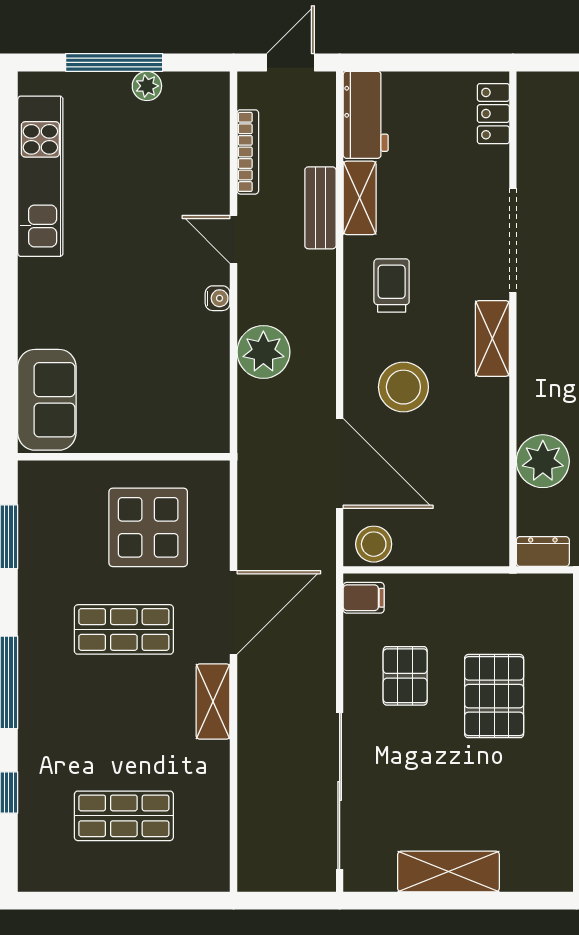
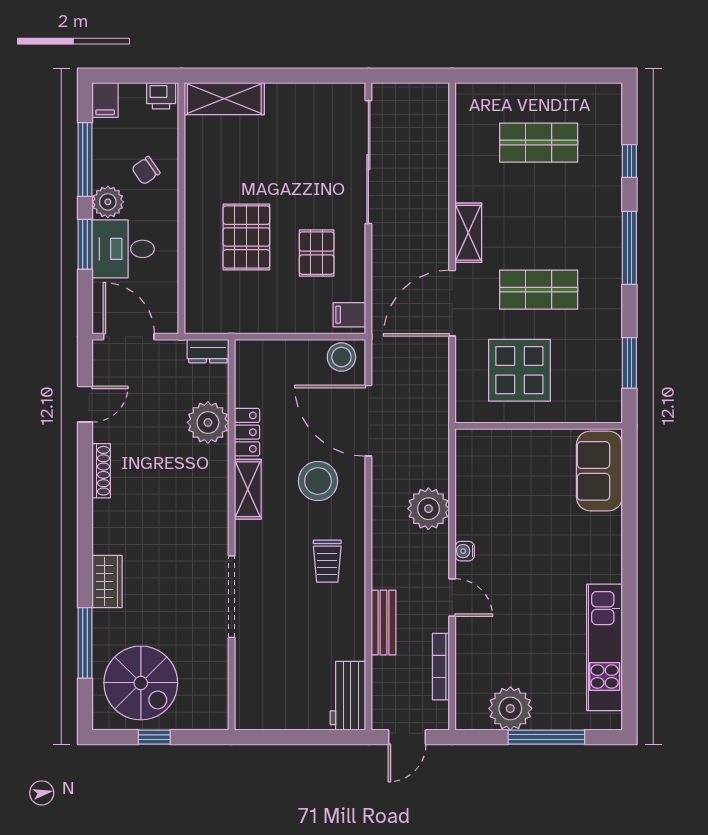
plant: (147, 86) -> (510, 708), width x1.87, depth x1.87
locker: (493, 114) -> (247, 432), moved
shelving: (360, 198) -> (353, 630), removed
shelving: (492, 338) -> (248, 489), moved
shelving: (448, 871) -> (224, 99), moved

